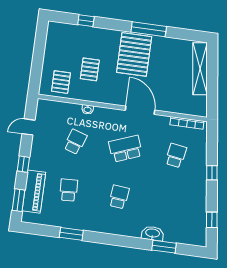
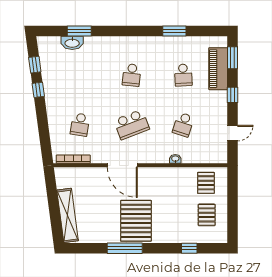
pallet: (90, 69) -> (207, 215), moved
window: (212, 173) -> (38, 90), moved
washbasin: (153, 233) -> (72, 43), moved

